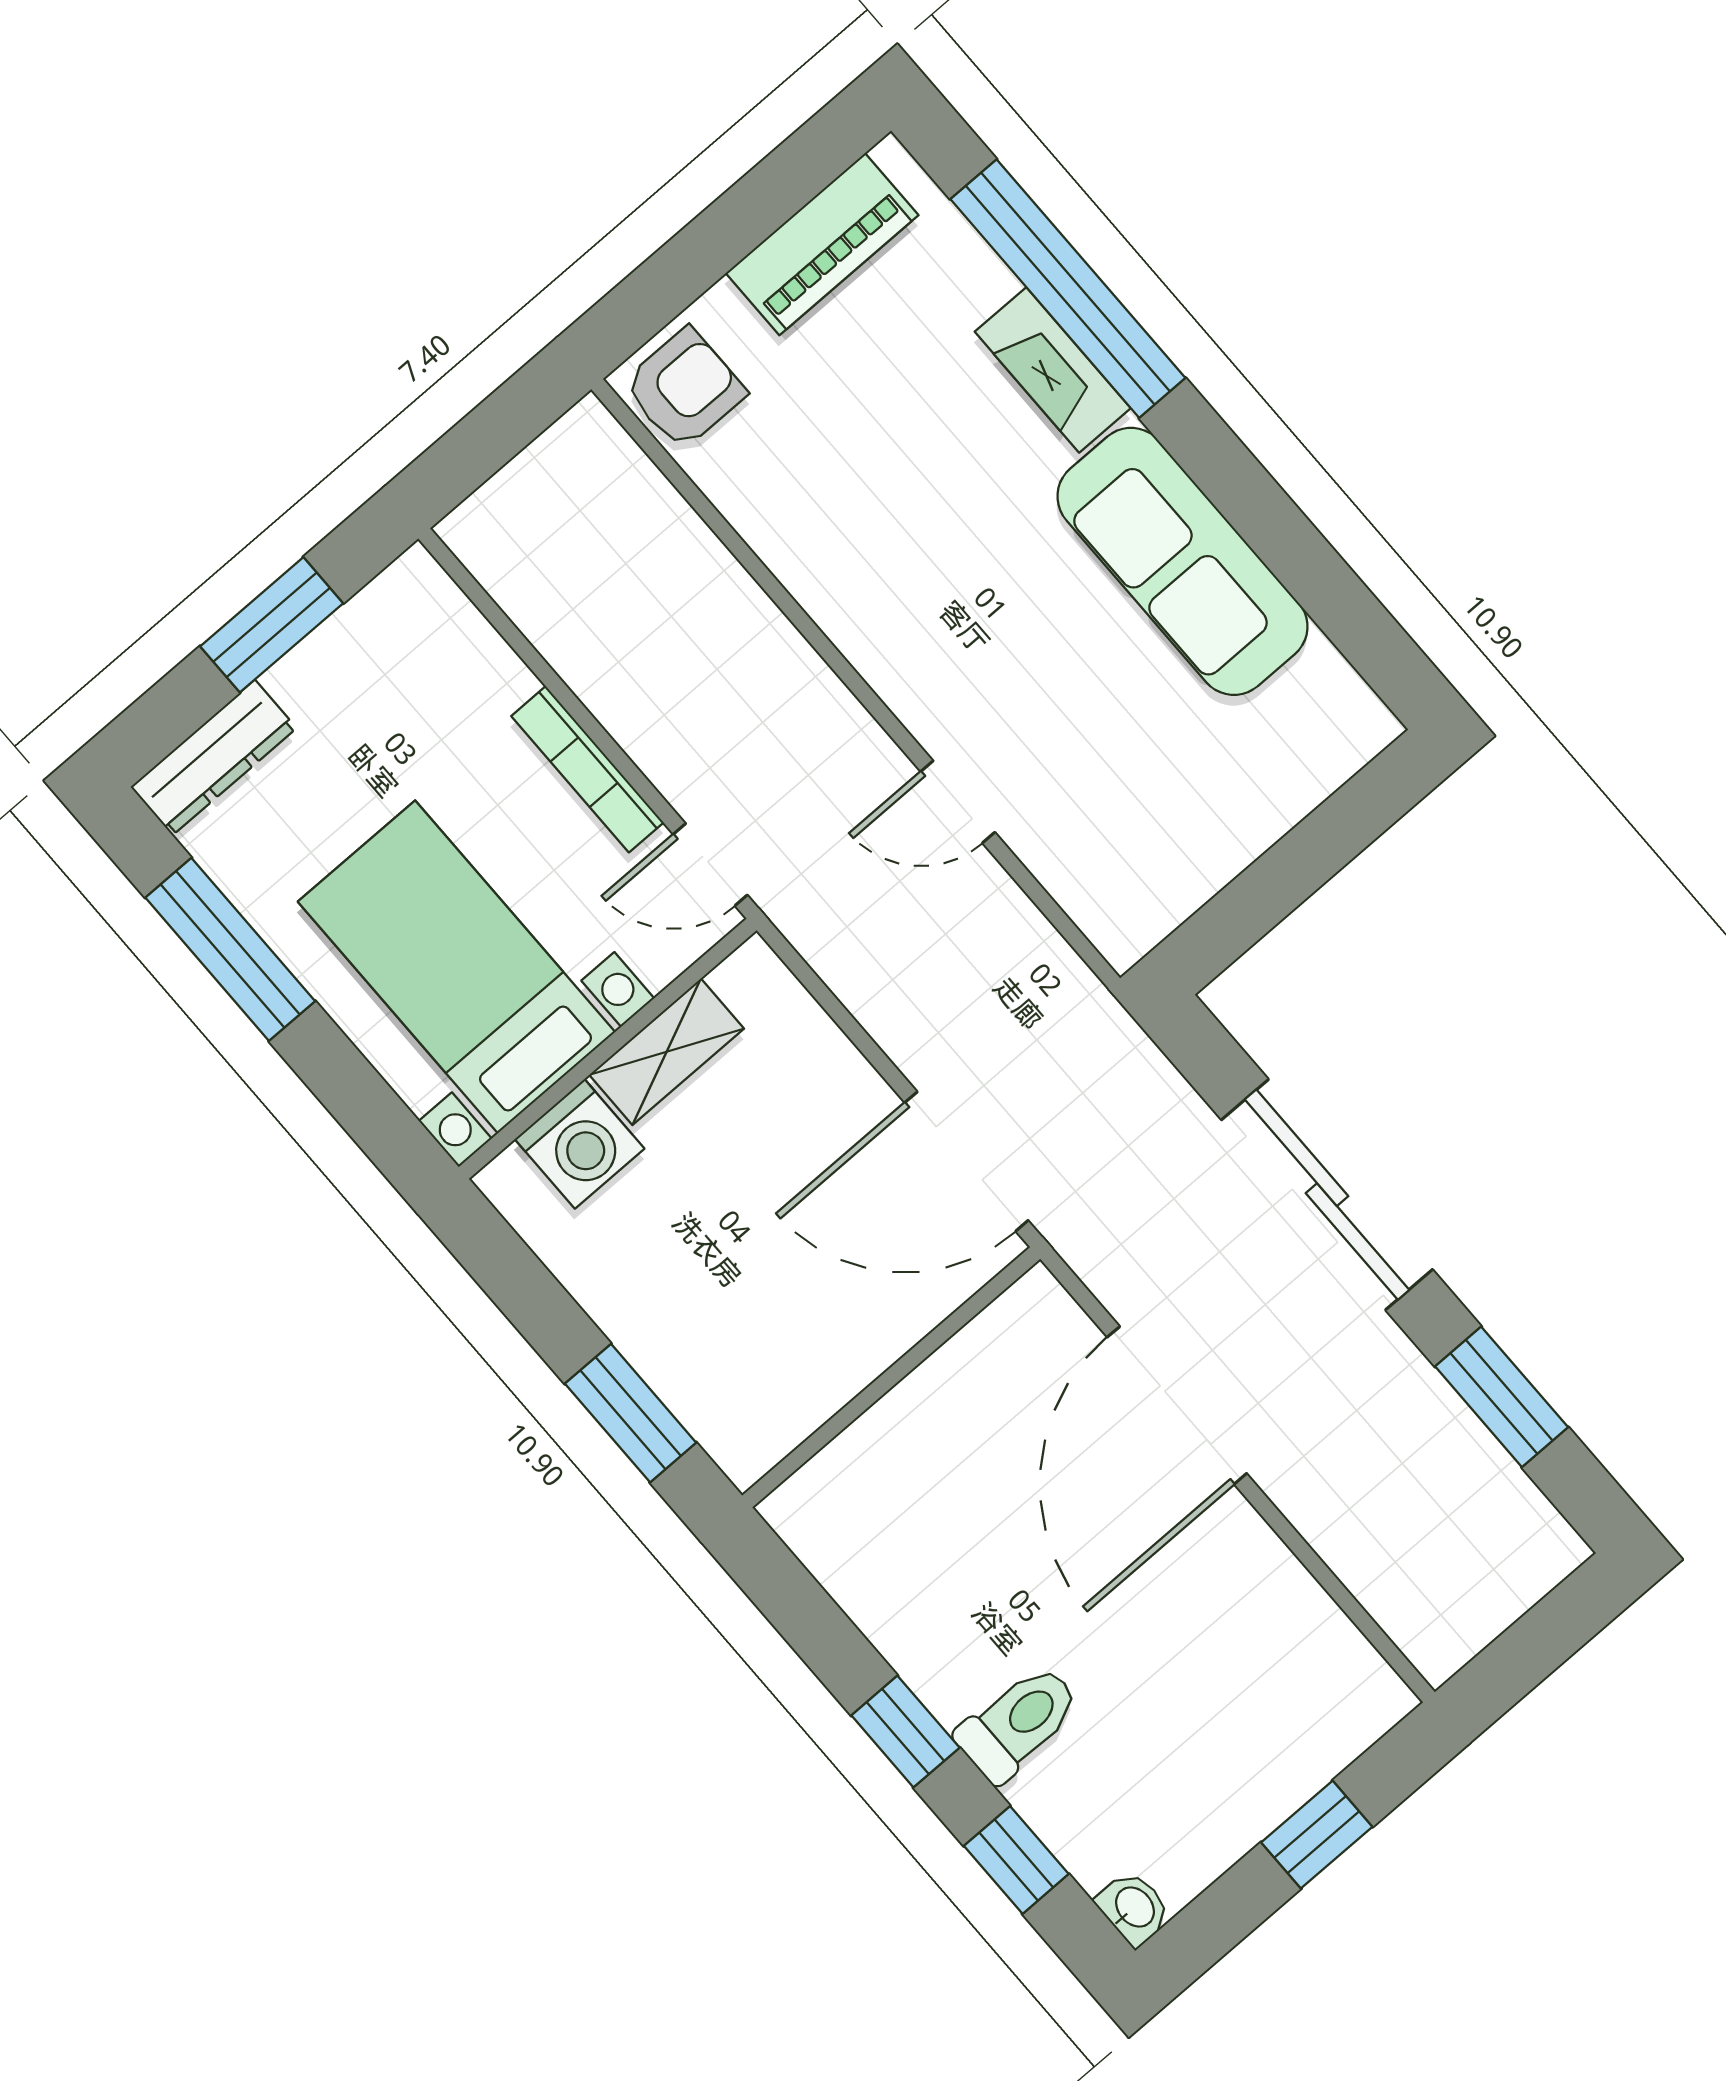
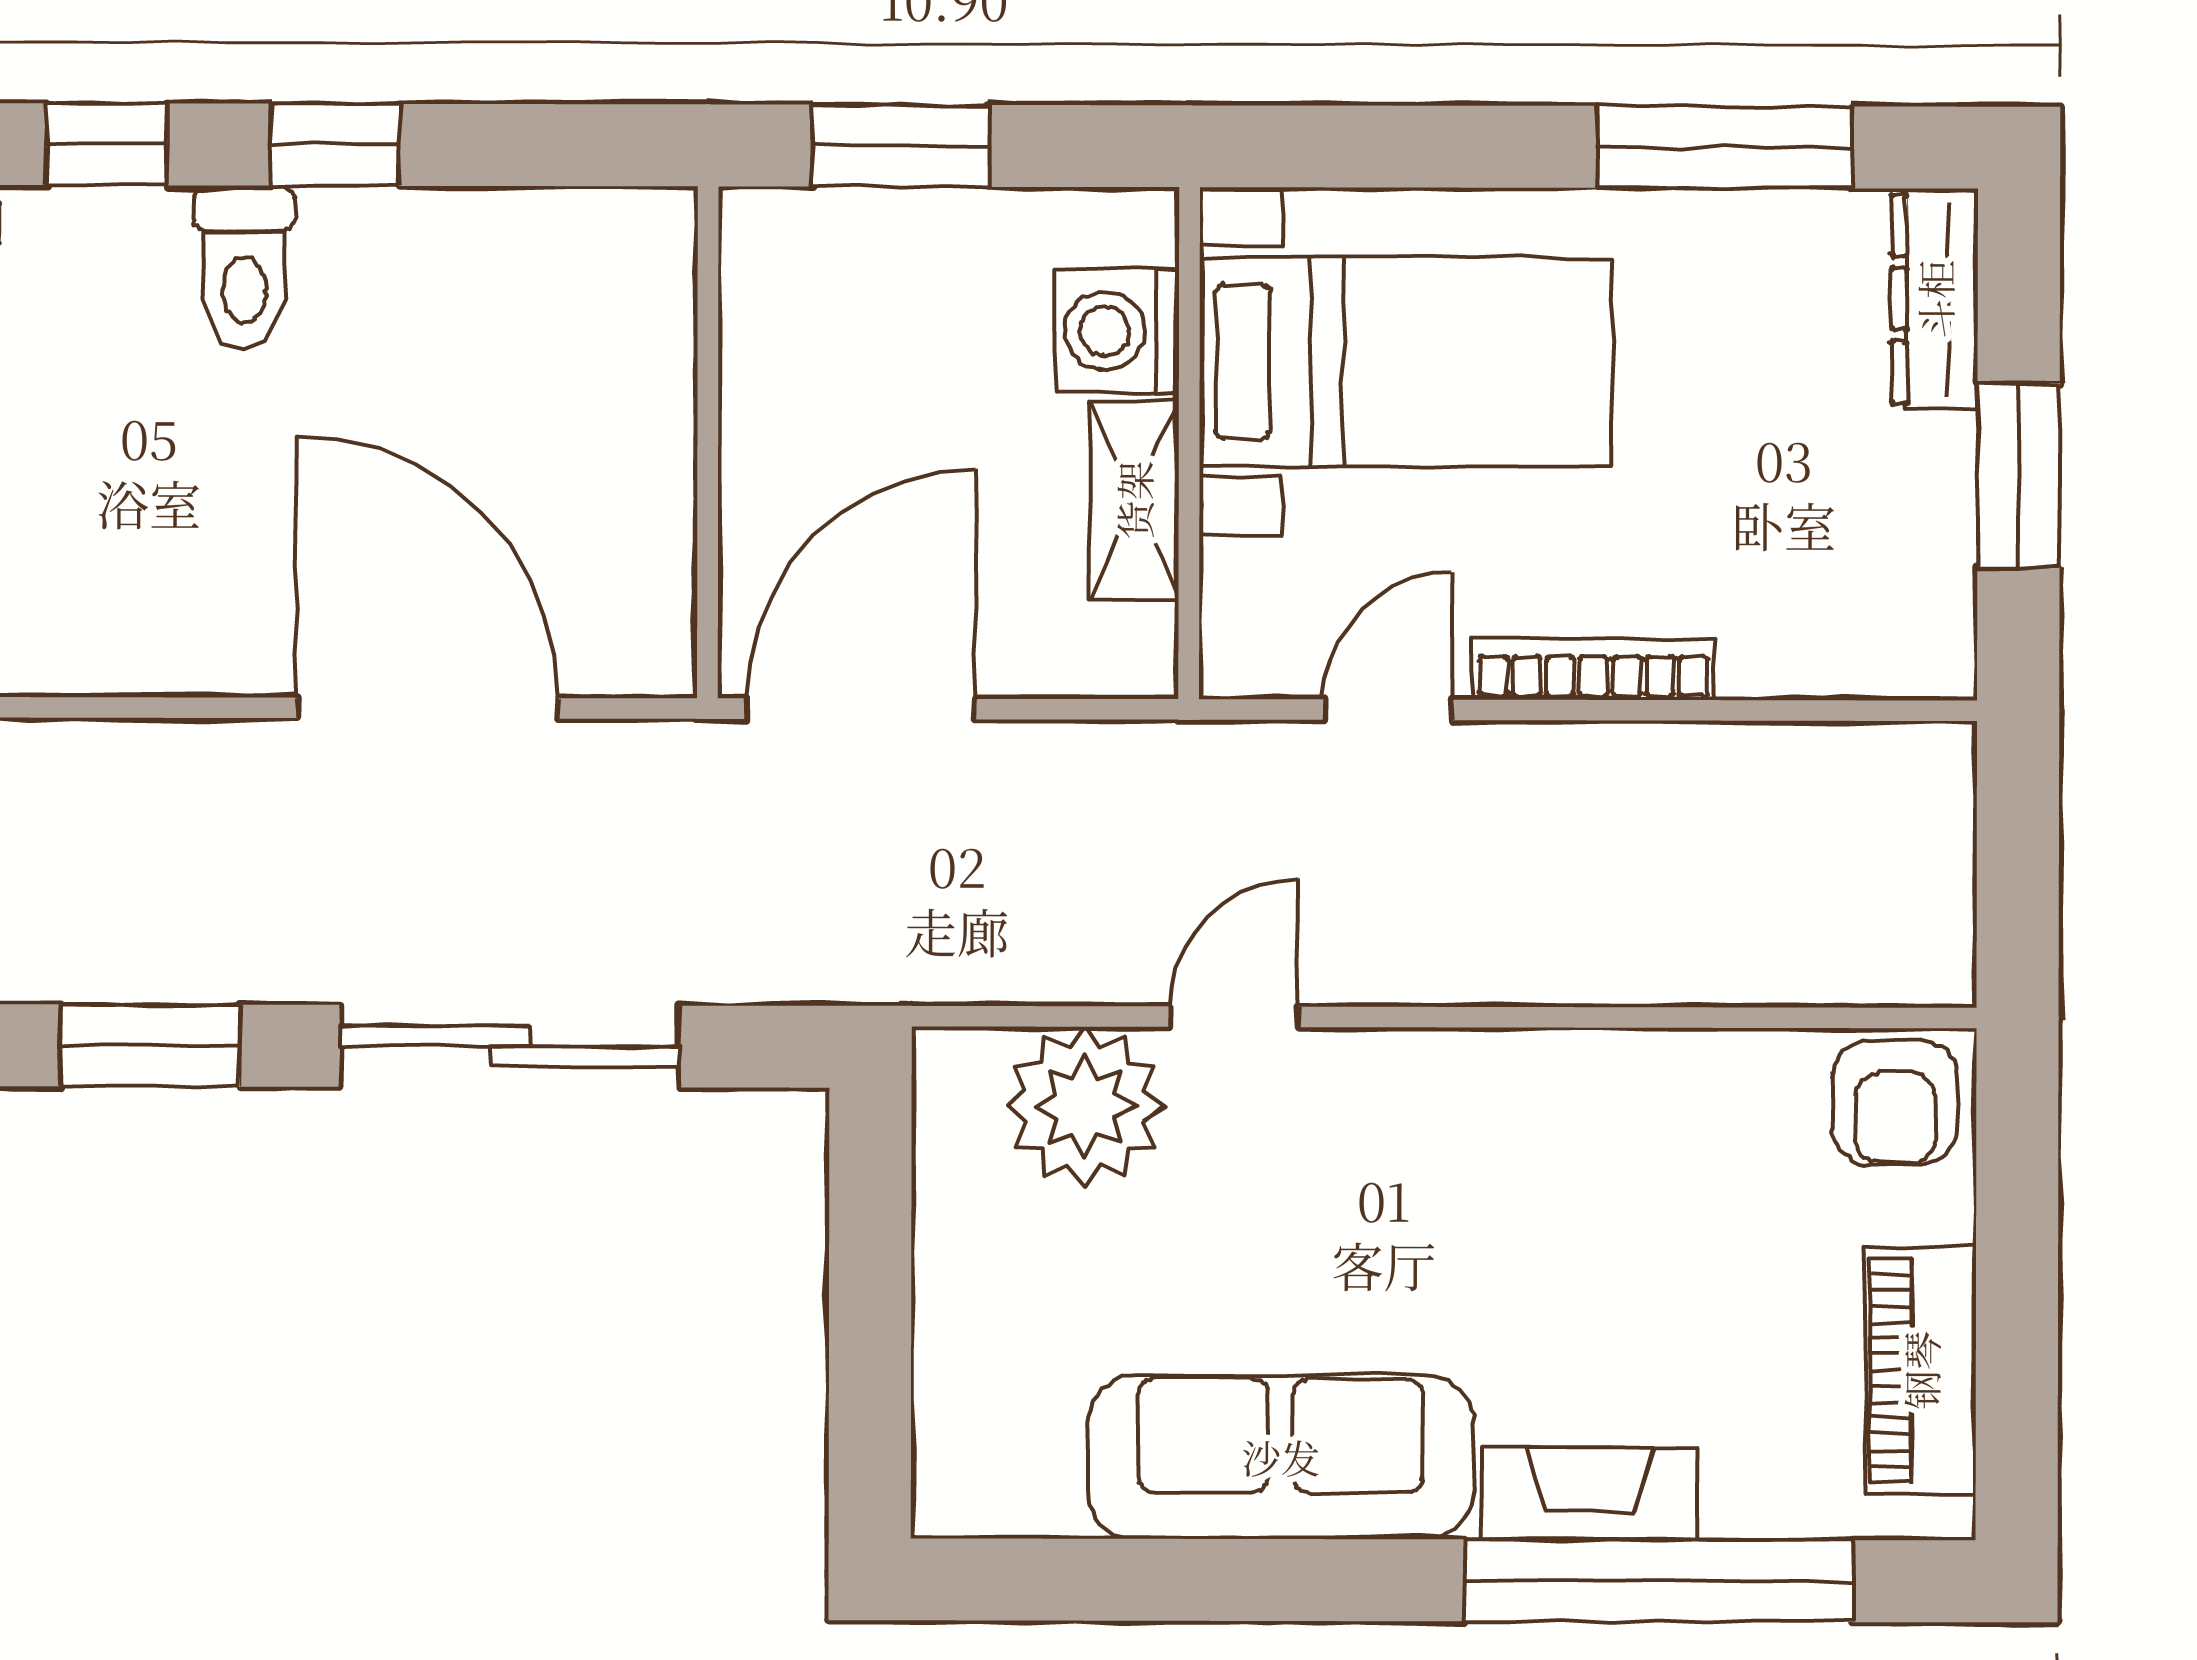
plant: (1081, 842) -> (1085, 1106), added
bed with nightstands: (457, 967) -> (1405, 362), moved
wall: (608, 1049) -> (1189, 443), moved
shelving: (667, 1052) -> (1134, 500), moved
washing machine: (580, 1144) -> (1117, 331), moved

